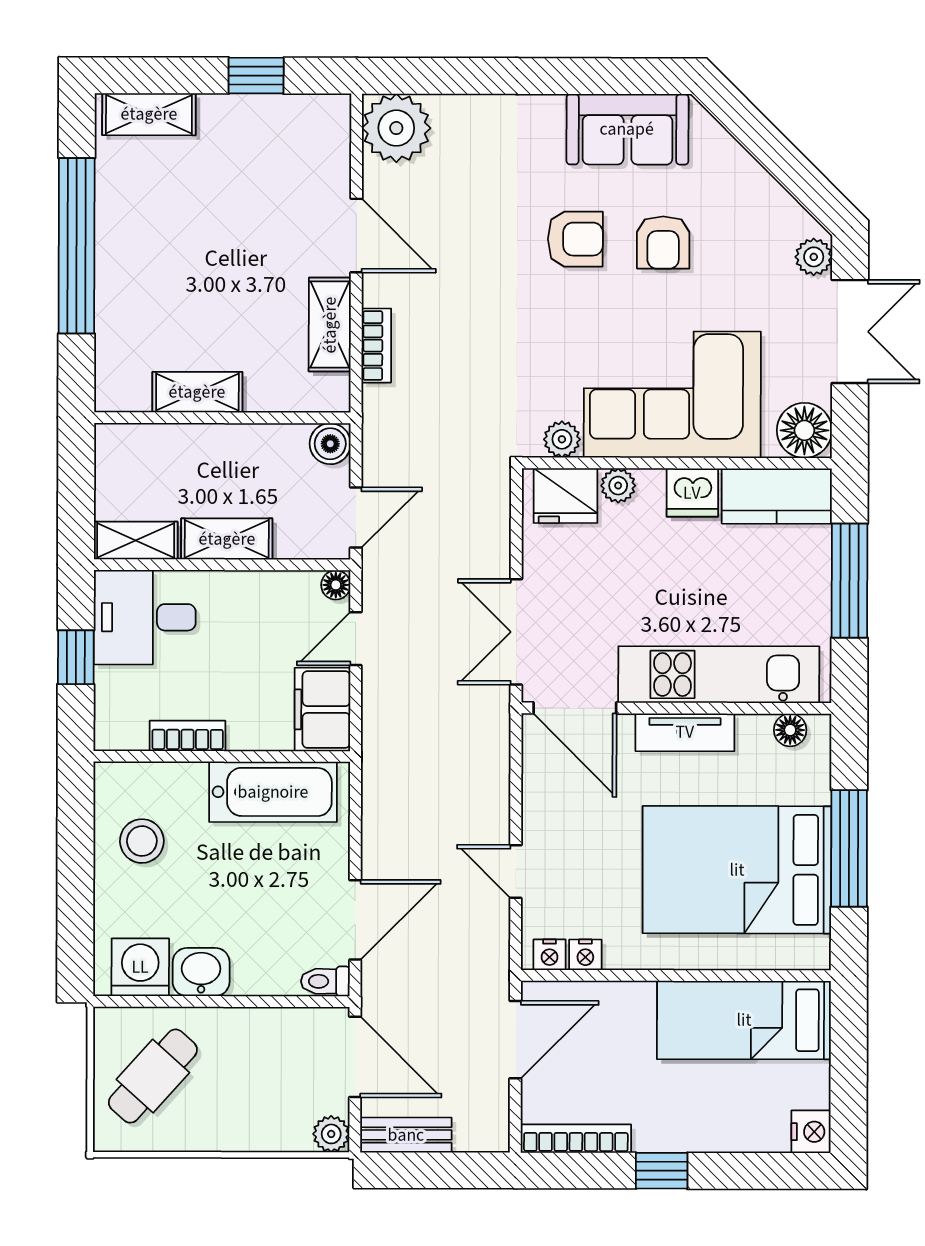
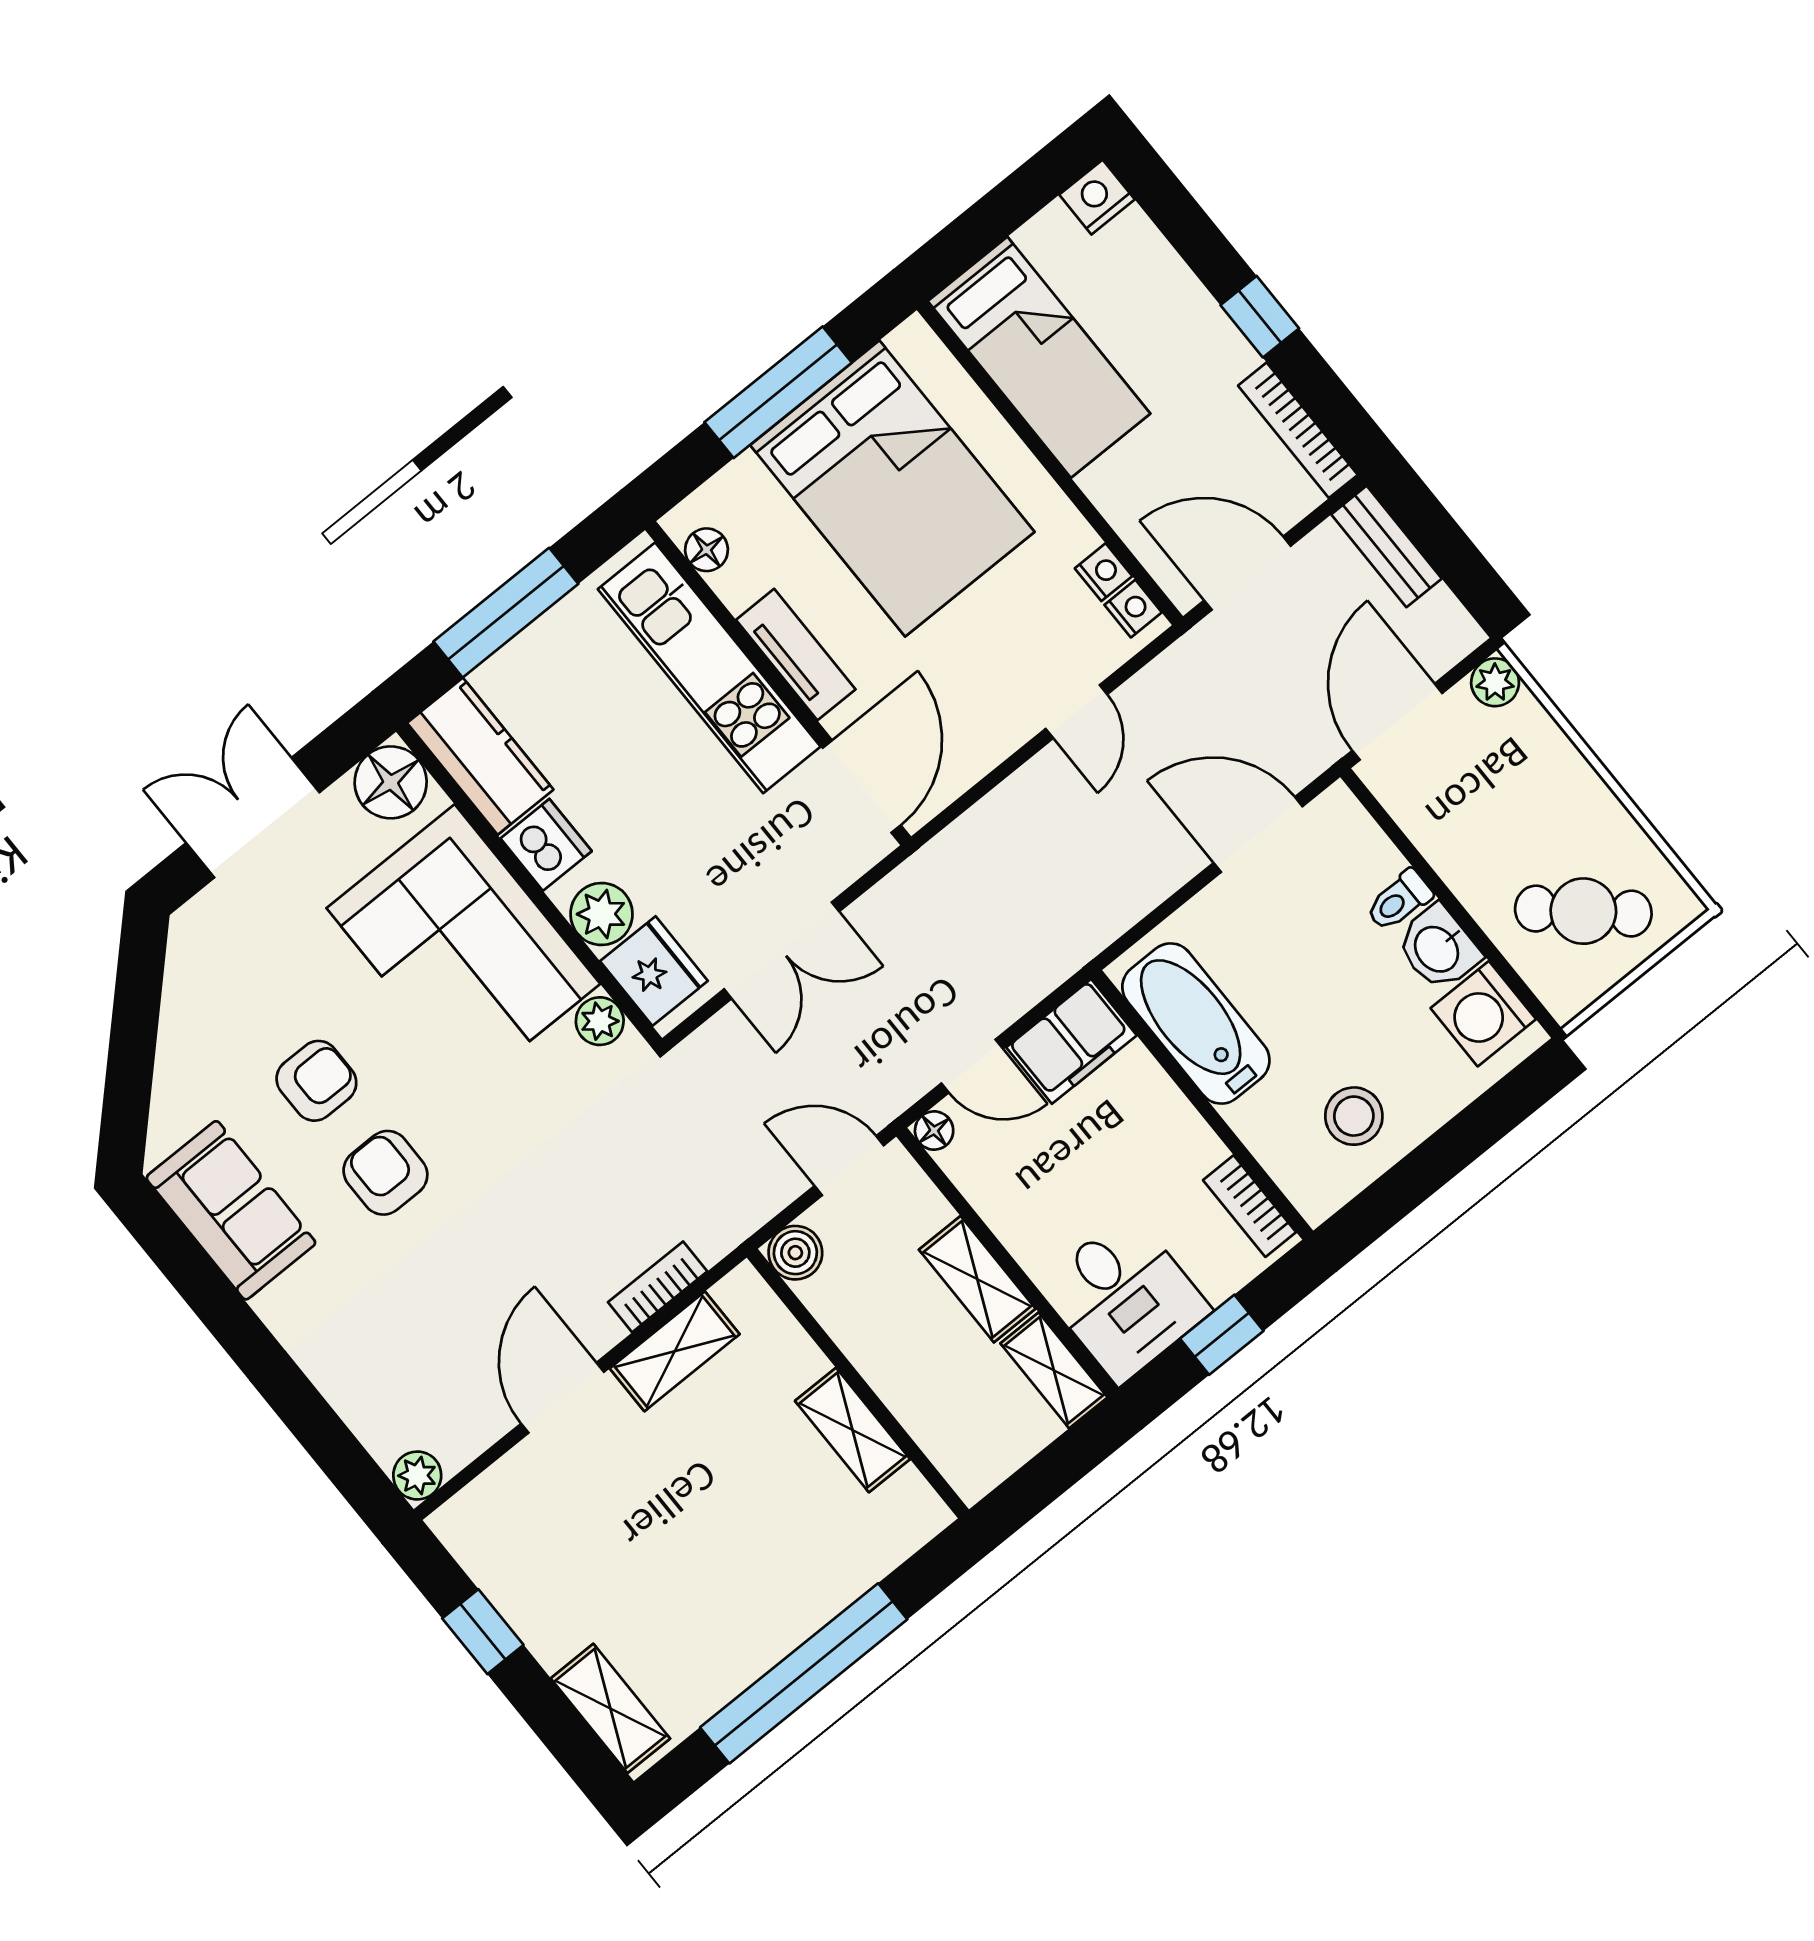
plant: (396, 128) -> (417, 1475), width x0.53, depth x0.53
plant: (814, 257) -> (207, 916), removed
plant: (618, 486) -> (602, 914), width x1.38, depth x1.38
double door: (516, 632) -> (782, 950), moved
bookcase: (188, 736) -> (1250, 1206), moved
toilet: (325, 981) -> (1399, 900), moved, turned 90
bench: (406, 1135) -> (1386, 546), moved

